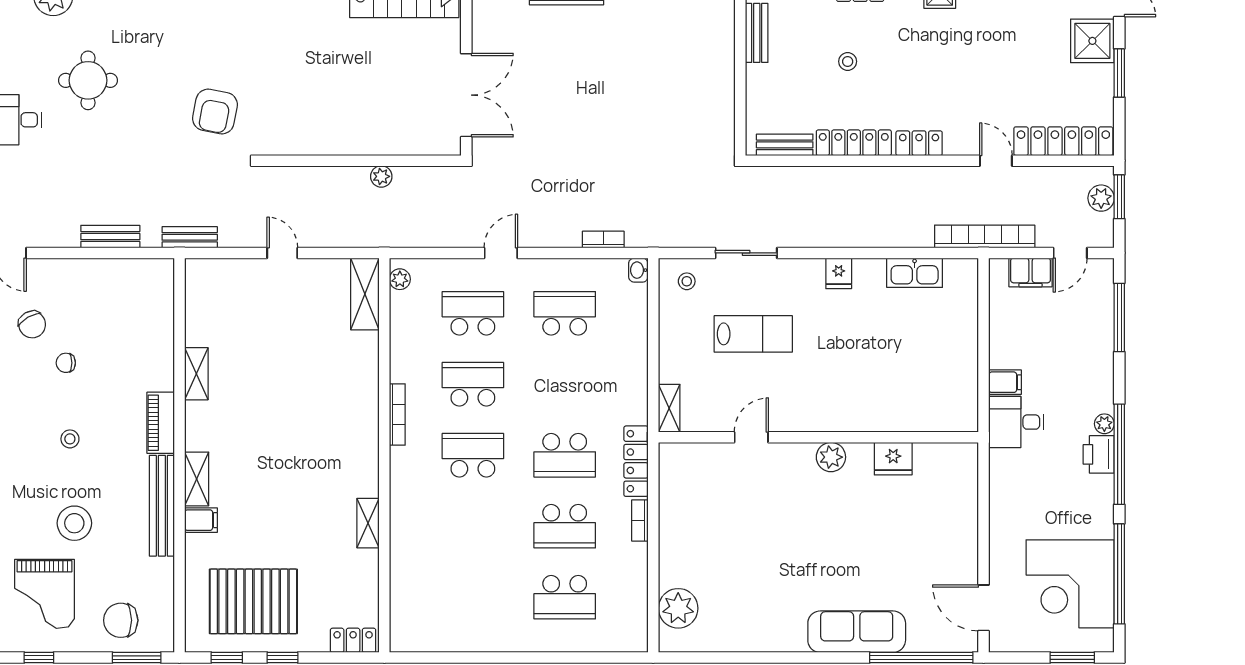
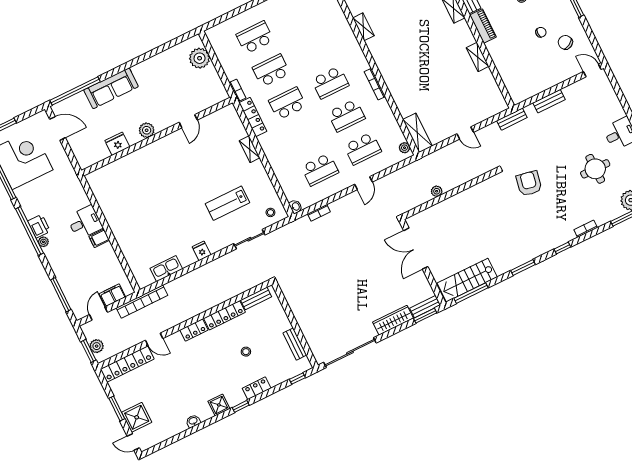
door: (751, 437) -> (188, 121), moved
wall: (818, 437) -> (157, 137), moved
plant: (831, 457) -> (147, 130), moved
fridge: (893, 459) -> (117, 144), moved

